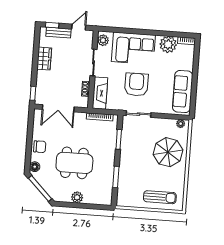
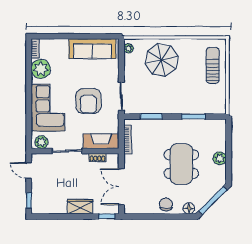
bench: (59, 33) -> (37, 193), removed
wardrobe: (44, 59) -> (80, 207), moved
armchair: (136, 85) -> (88, 101), turned -90
double door: (58, 108) -> (121, 187), swing flipped

